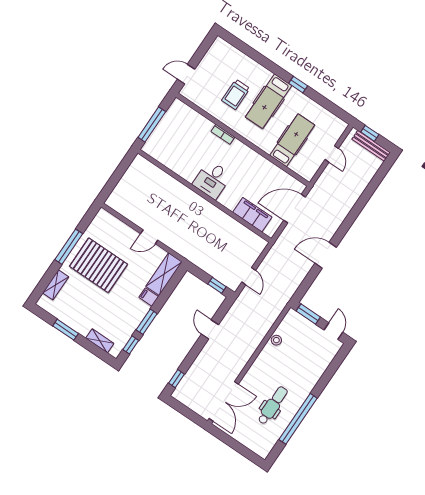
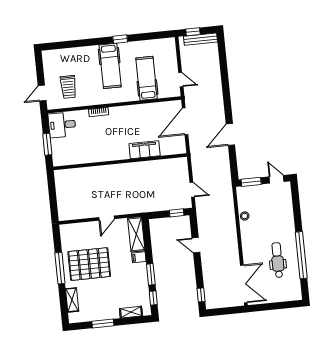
trolley: (236, 94) -> (68, 87), moved
window: (152, 124) -> (47, 144), width x0.69
door: (332, 154) -> (181, 80), moved
desk: (212, 180) -> (62, 125), moved, turned 90
filing cabinet: (252, 215) -> (145, 150), moved

